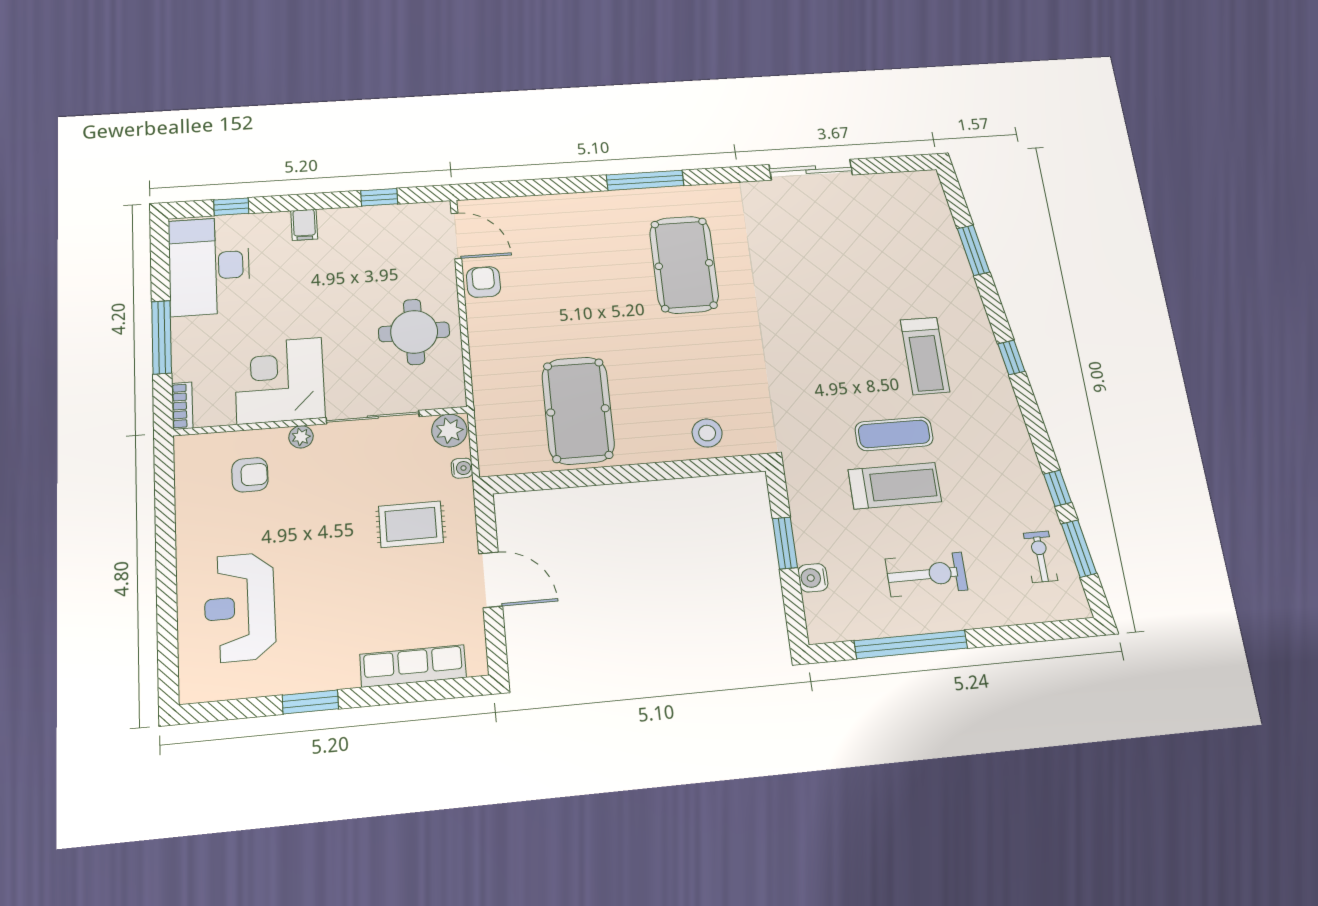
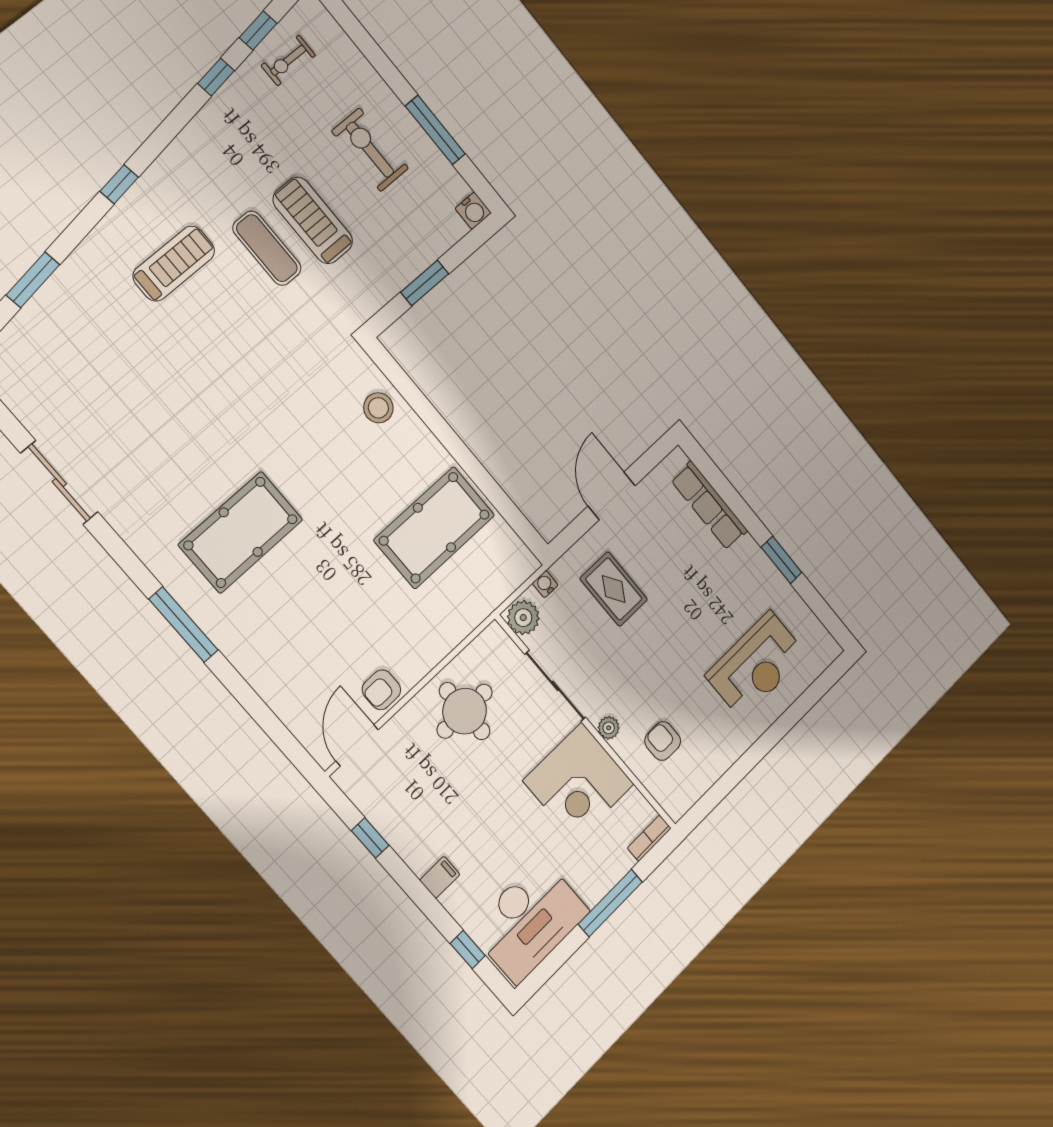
window: (1079, 549) -> (258, 30), width x0.67
water cooler: (813, 578) -> (473, 211), moved
window: (911, 644) -> (435, 130), width x0.68

